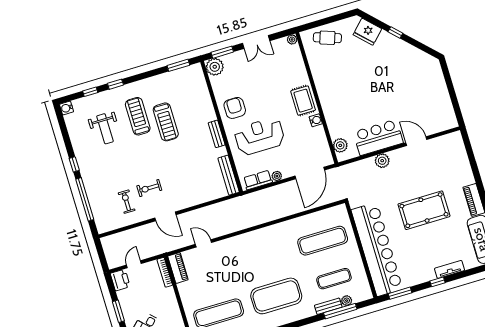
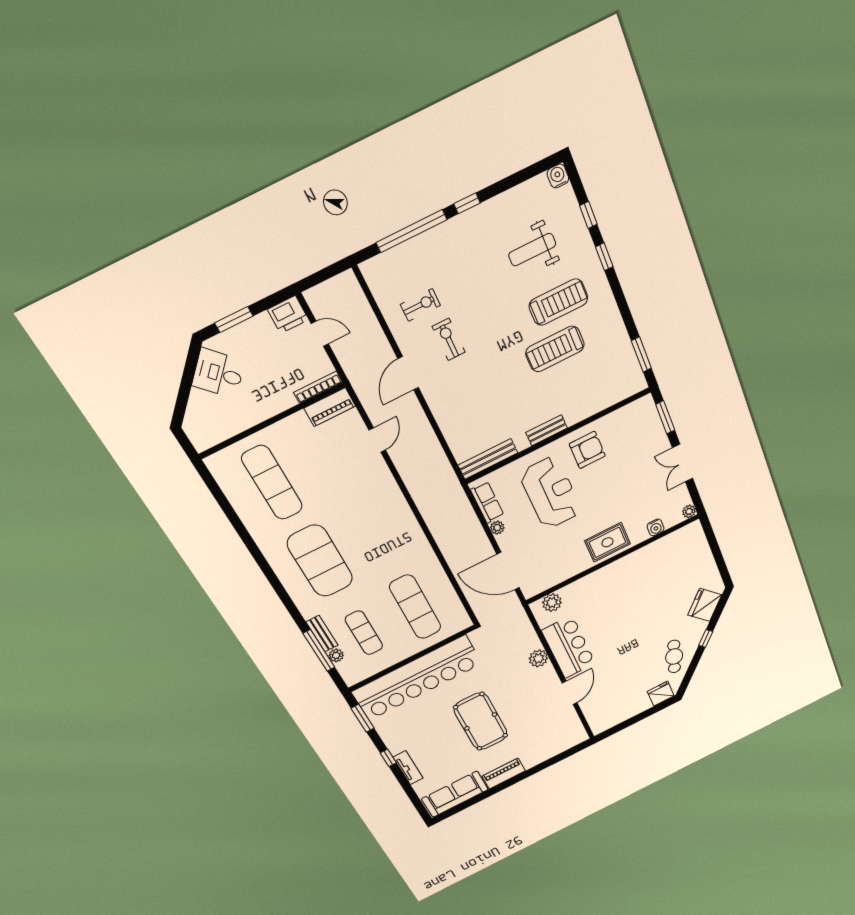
cafe table: (327, 38) -> (674, 656), moved
plant: (215, 67) -> (644, 410), removed
fridge: (434, 71) -> (661, 694), added
water cooler: (316, 120) -> (656, 527), moved

